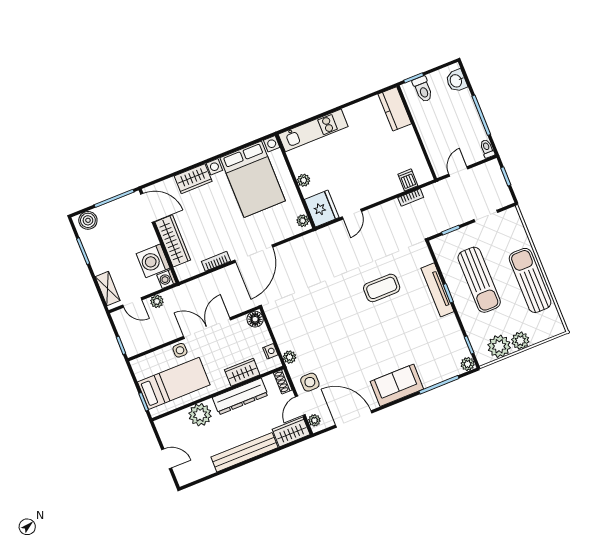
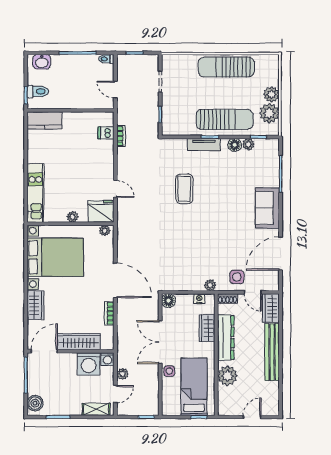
sun lounger: (479, 280) -> (225, 119), moved
tv unit: (438, 290) -> (204, 145), width x0.71
floor lamp: (450, 323) -> (235, 145), added
plant: (468, 364) -> (248, 144), moved
plant: (314, 420) -> (269, 286), removed

